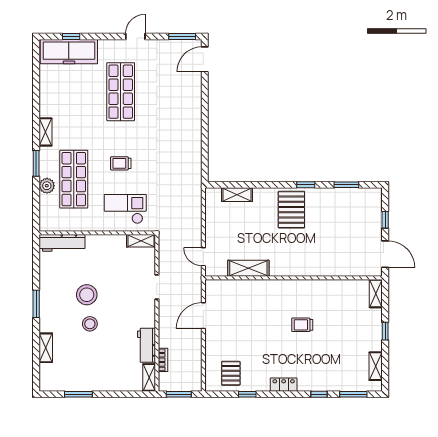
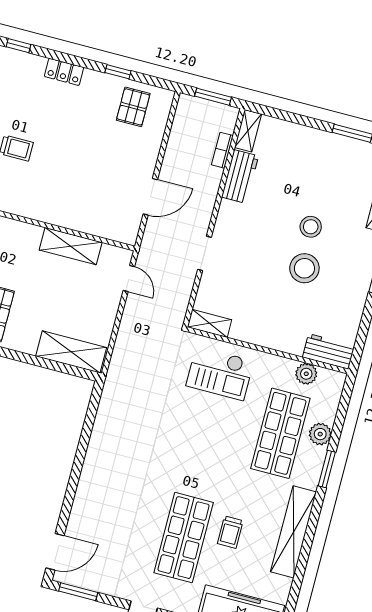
shelving: (45, 132) -> (293, 532), width x2.20, depth x1.33
trolley: (121, 163) -> (230, 532), moved, turned 90
shelving: (237, 195) -> (71, 352), width x1.50, depth x1.33
plant: (67, 224) -> (306, 374), added
workbench: (62, 243) -> (329, 351), width x0.73

